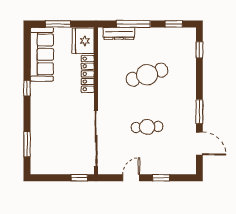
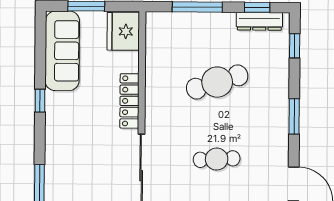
dresser: (119, 33) -> (259, 21), moved
locker: (88, 74) -> (129, 101), moved
window: (199, 112) -> (294, 116), moved

